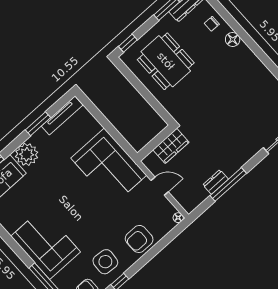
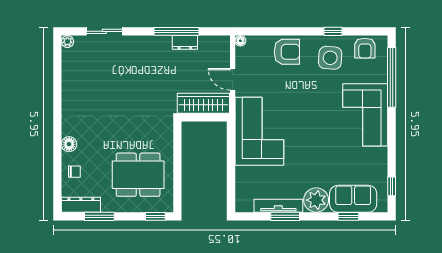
dining table: (166, 61) -> (138, 175), turned 90
tv unit: (62, 116) -> (278, 206), moved
wardrobe: (171, 146) -> (203, 103), width x1.50

